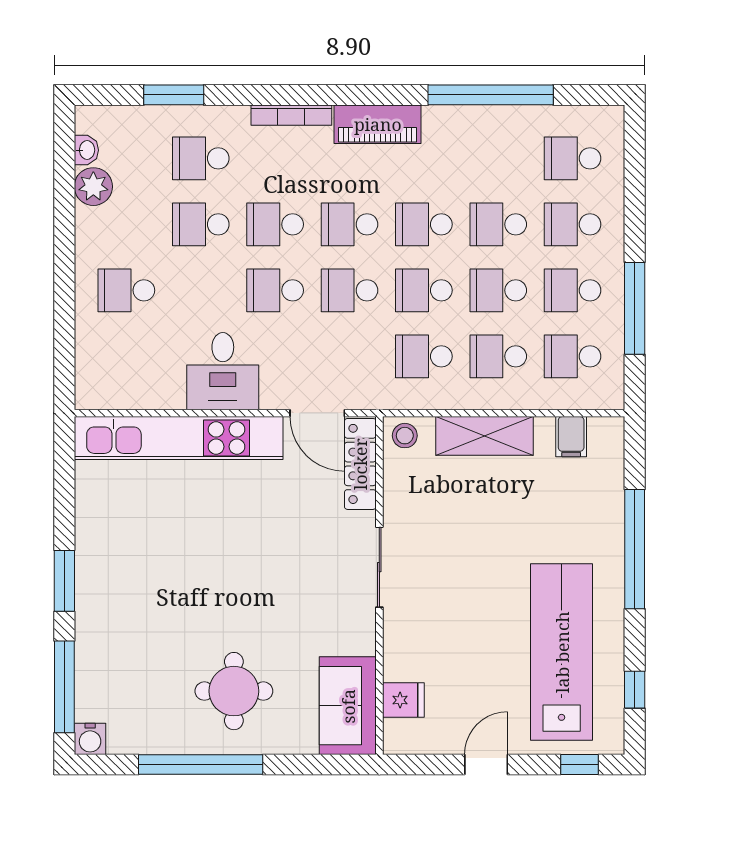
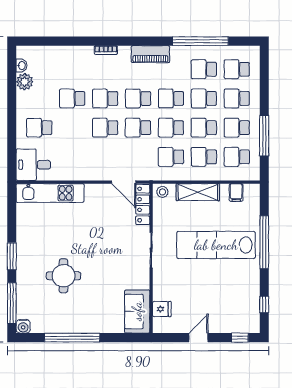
window: (174, 95) -> (60, 41), removed
bookcase: (291, 115) -> (106, 50), width x0.64
school desk: (201, 158) -> (204, 69), moved
desk: (223, 371) -> (33, 165), moved, turned 90
kitchen unit: (179, 438) -> (50, 193), width x0.73
lab bench: (562, 652) -> (216, 245), moved, turned -90
round table: (234, 691) -> (64, 276), moved

